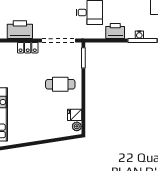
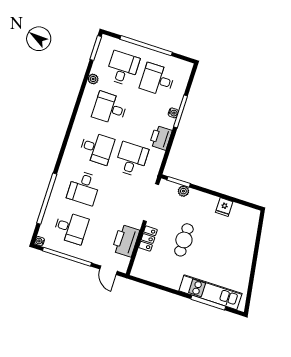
cafe table: (60, 84) -> (184, 240), moved
fridge: (75, 115) -> (224, 207), moved
plant: (77, 126) -> (183, 191), moved

